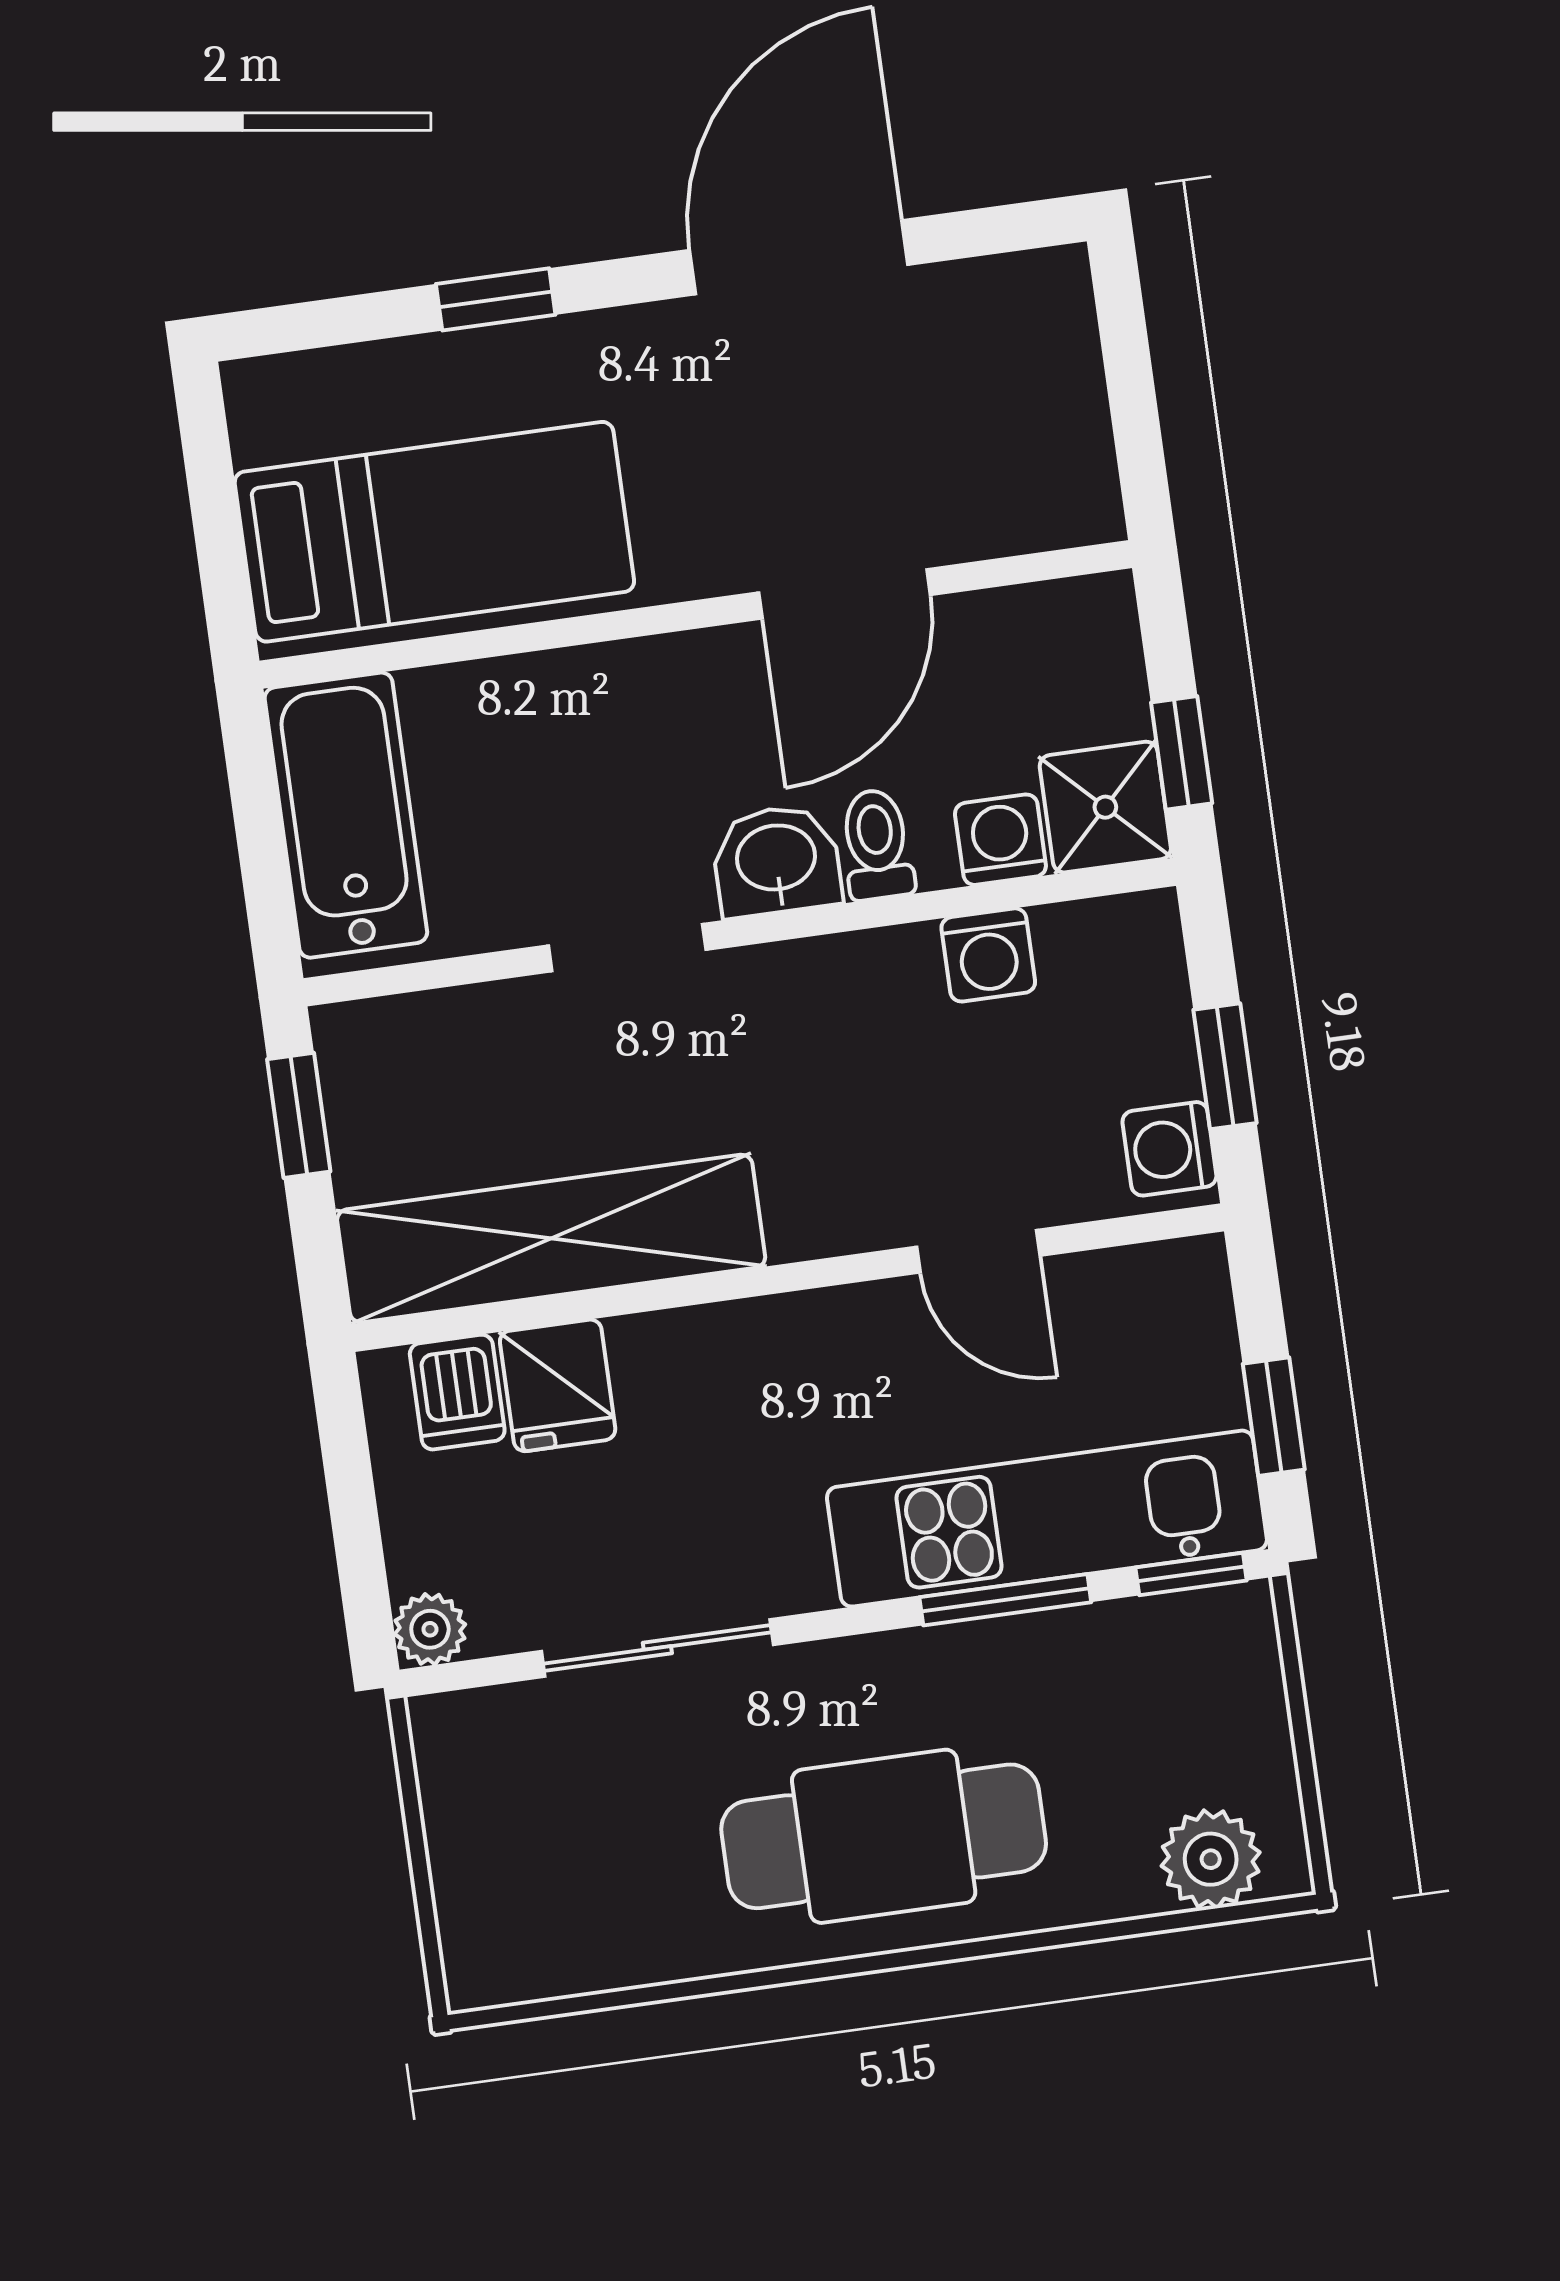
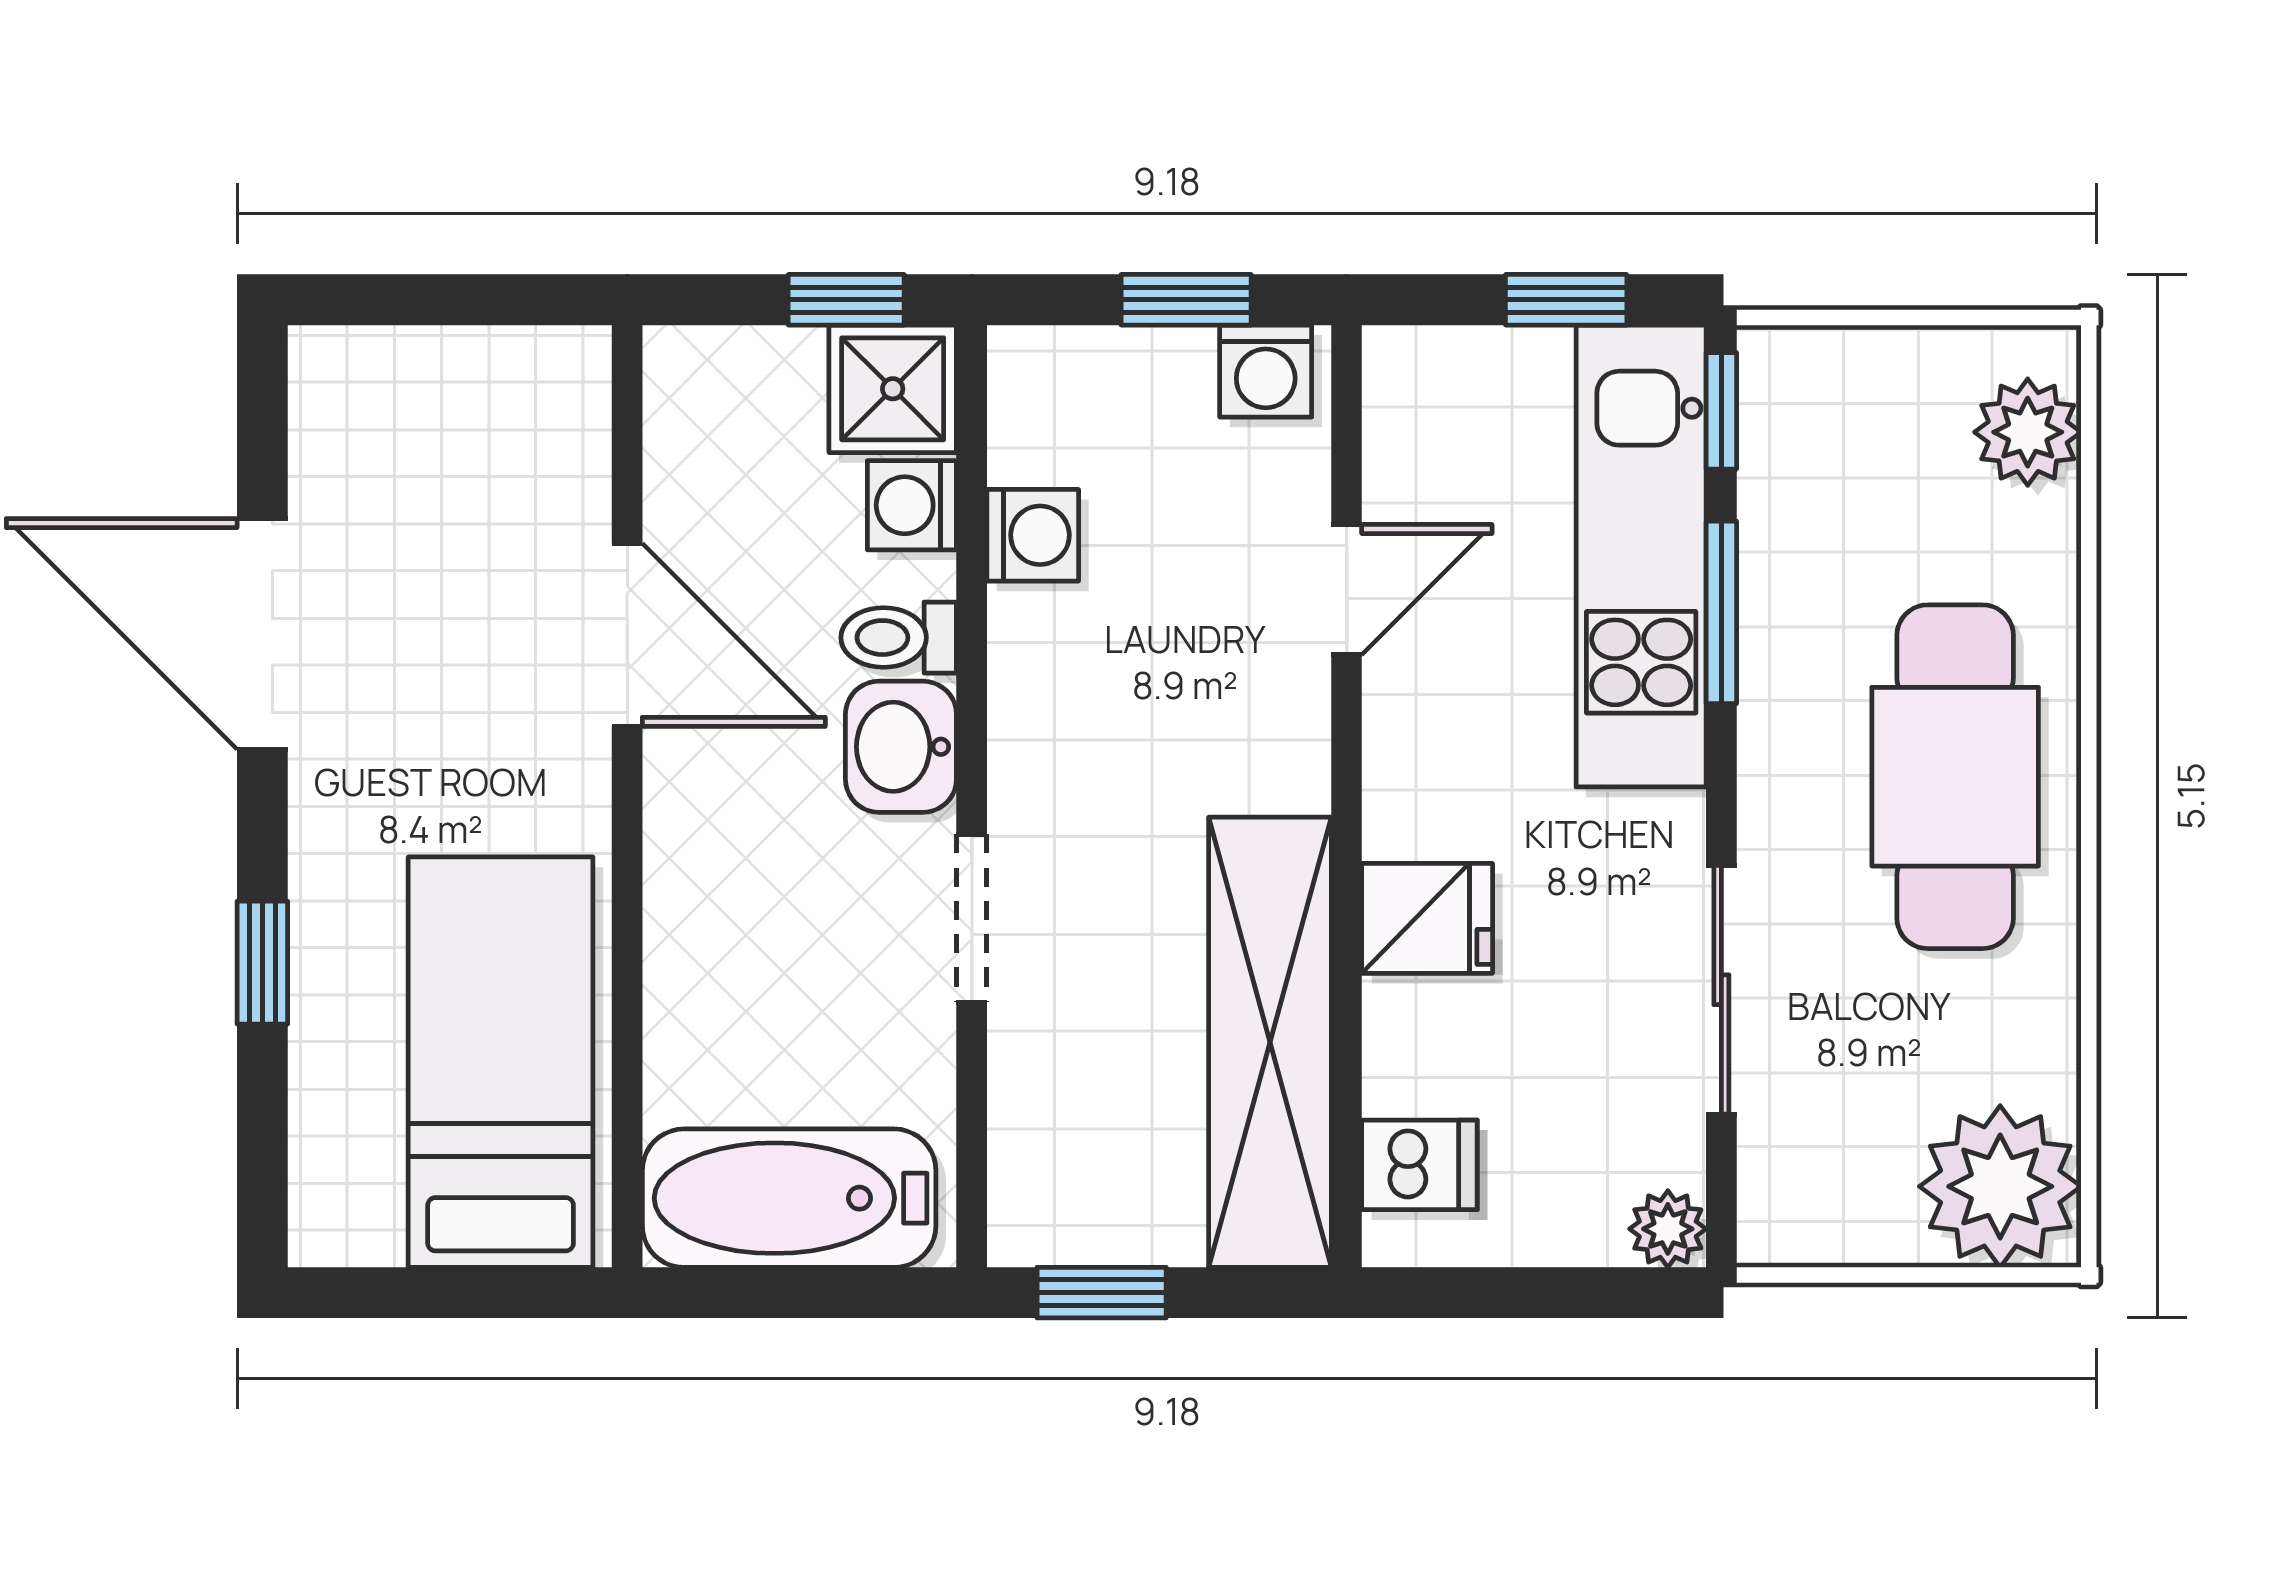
fridge: (558, 1385) -> (1427, 918), moved
plant: (512, 1930) -> (2000, 1186), added

